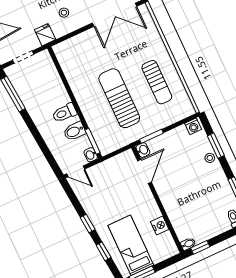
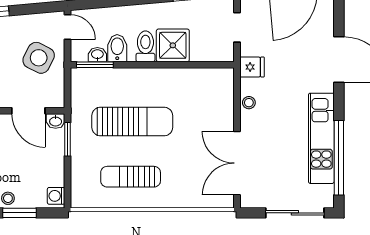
stool: (64, 13) -> (249, 103), moved
shower: (55, 95) -> (173, 45), added
washbasin: (91, 155) -> (97, 55), moved
door: (76, 171) -> (68, 27), swing flipped
side table: (106, 181) -> (39, 58), added

